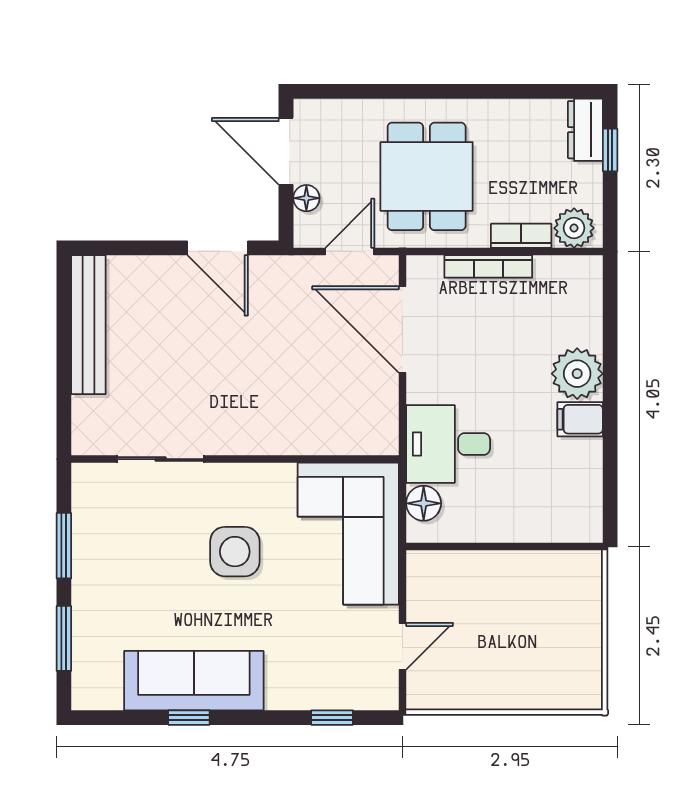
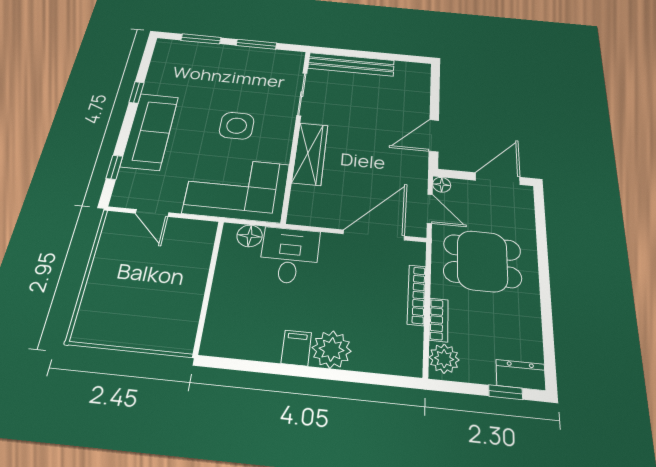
floor lamp: (306, 198) -> (442, 185), moved
bench: (88, 325) -> (351, 64), moved
wardrobe: (274, 434) -> (310, 154), added
sofa: (194, 681) -> (150, 131), moved

